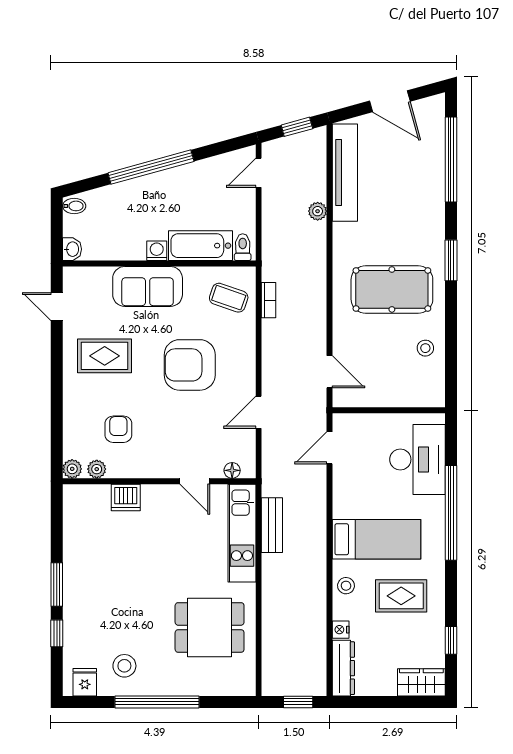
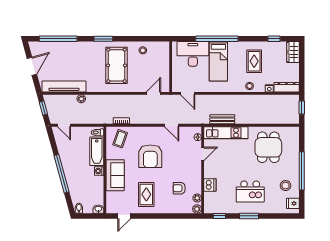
bed: (377, 539) -> (218, 61), moved, turned 180
kitchen island: (111, 587) -> (250, 191), added
window: (57, 633) -> (219, 216), moved

